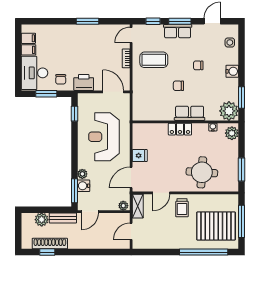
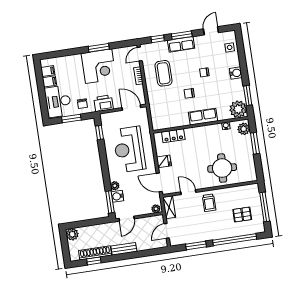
corner desk: (84, 41) -> (99, 66), added
coffee table: (154, 60) -> (164, 73), turned 90
locker: (180, 129) -> (173, 136), moved
window: (242, 170) -> (255, 143), moved
door: (131, 178) -> (159, 182), hinge flipped
door: (161, 193) -> (188, 192), swing flipped
bench: (63, 218) -> (124, 249), moved
plant: (42, 220) -> (72, 234), moved
pallet: (216, 226) -> (242, 214), width x0.49, depth x0.50
window: (161, 252) -> (196, 245), added

